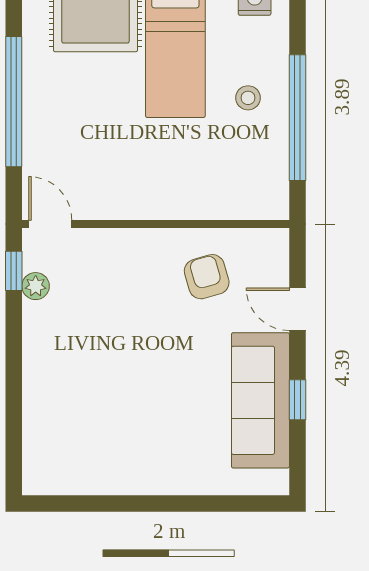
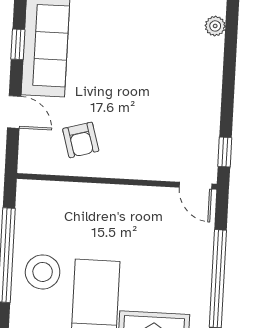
stool: (248, 98) -> (43, 272), width x1.89, depth x1.89
plant: (36, 286) -> (215, 26), moved

